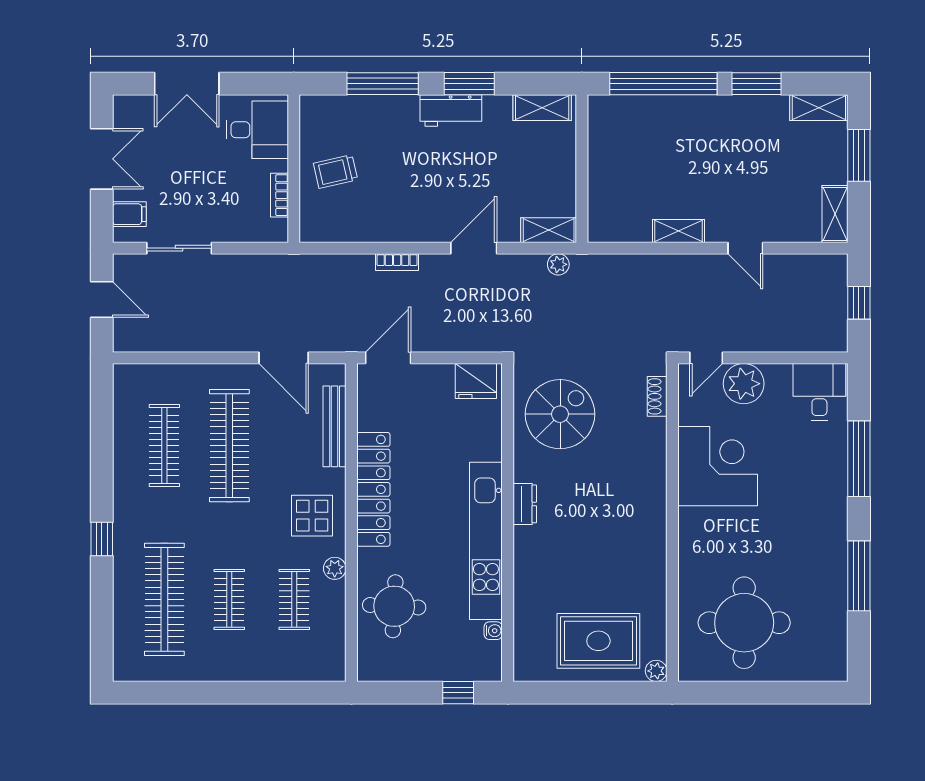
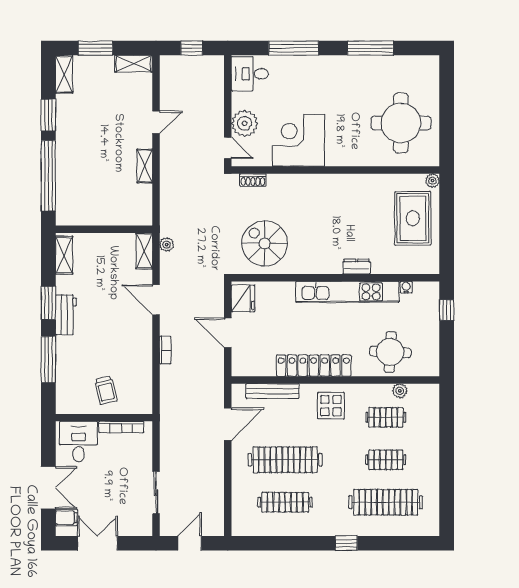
bookcase: (279, 195) -> (121, 427), width x1.56
filing cabinet: (129, 214) -> (66, 518), moved, turned 90
door: (388, 358) -> (228, 333), moved
dresser: (525, 504) -> (357, 267), moved
plant: (335, 568) -> (400, 391), moved

